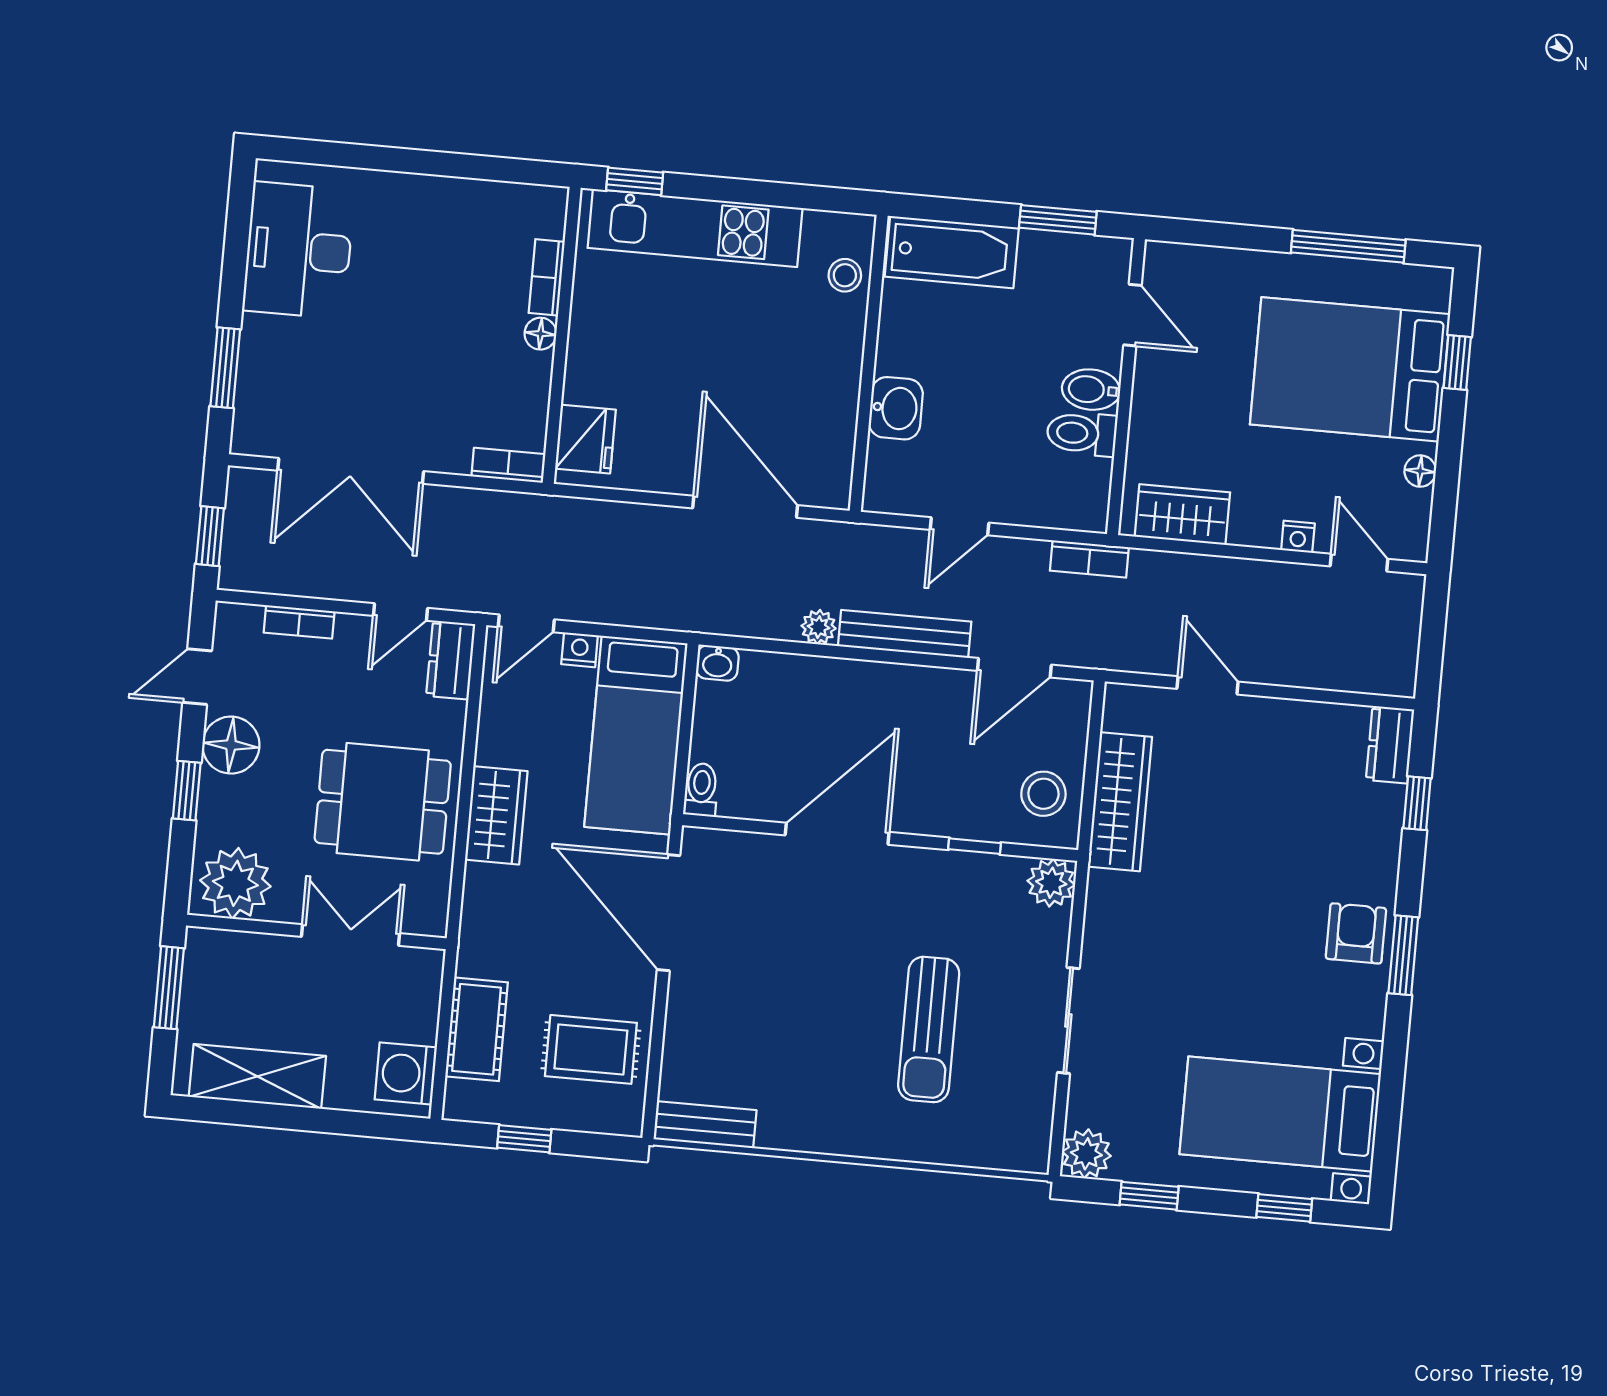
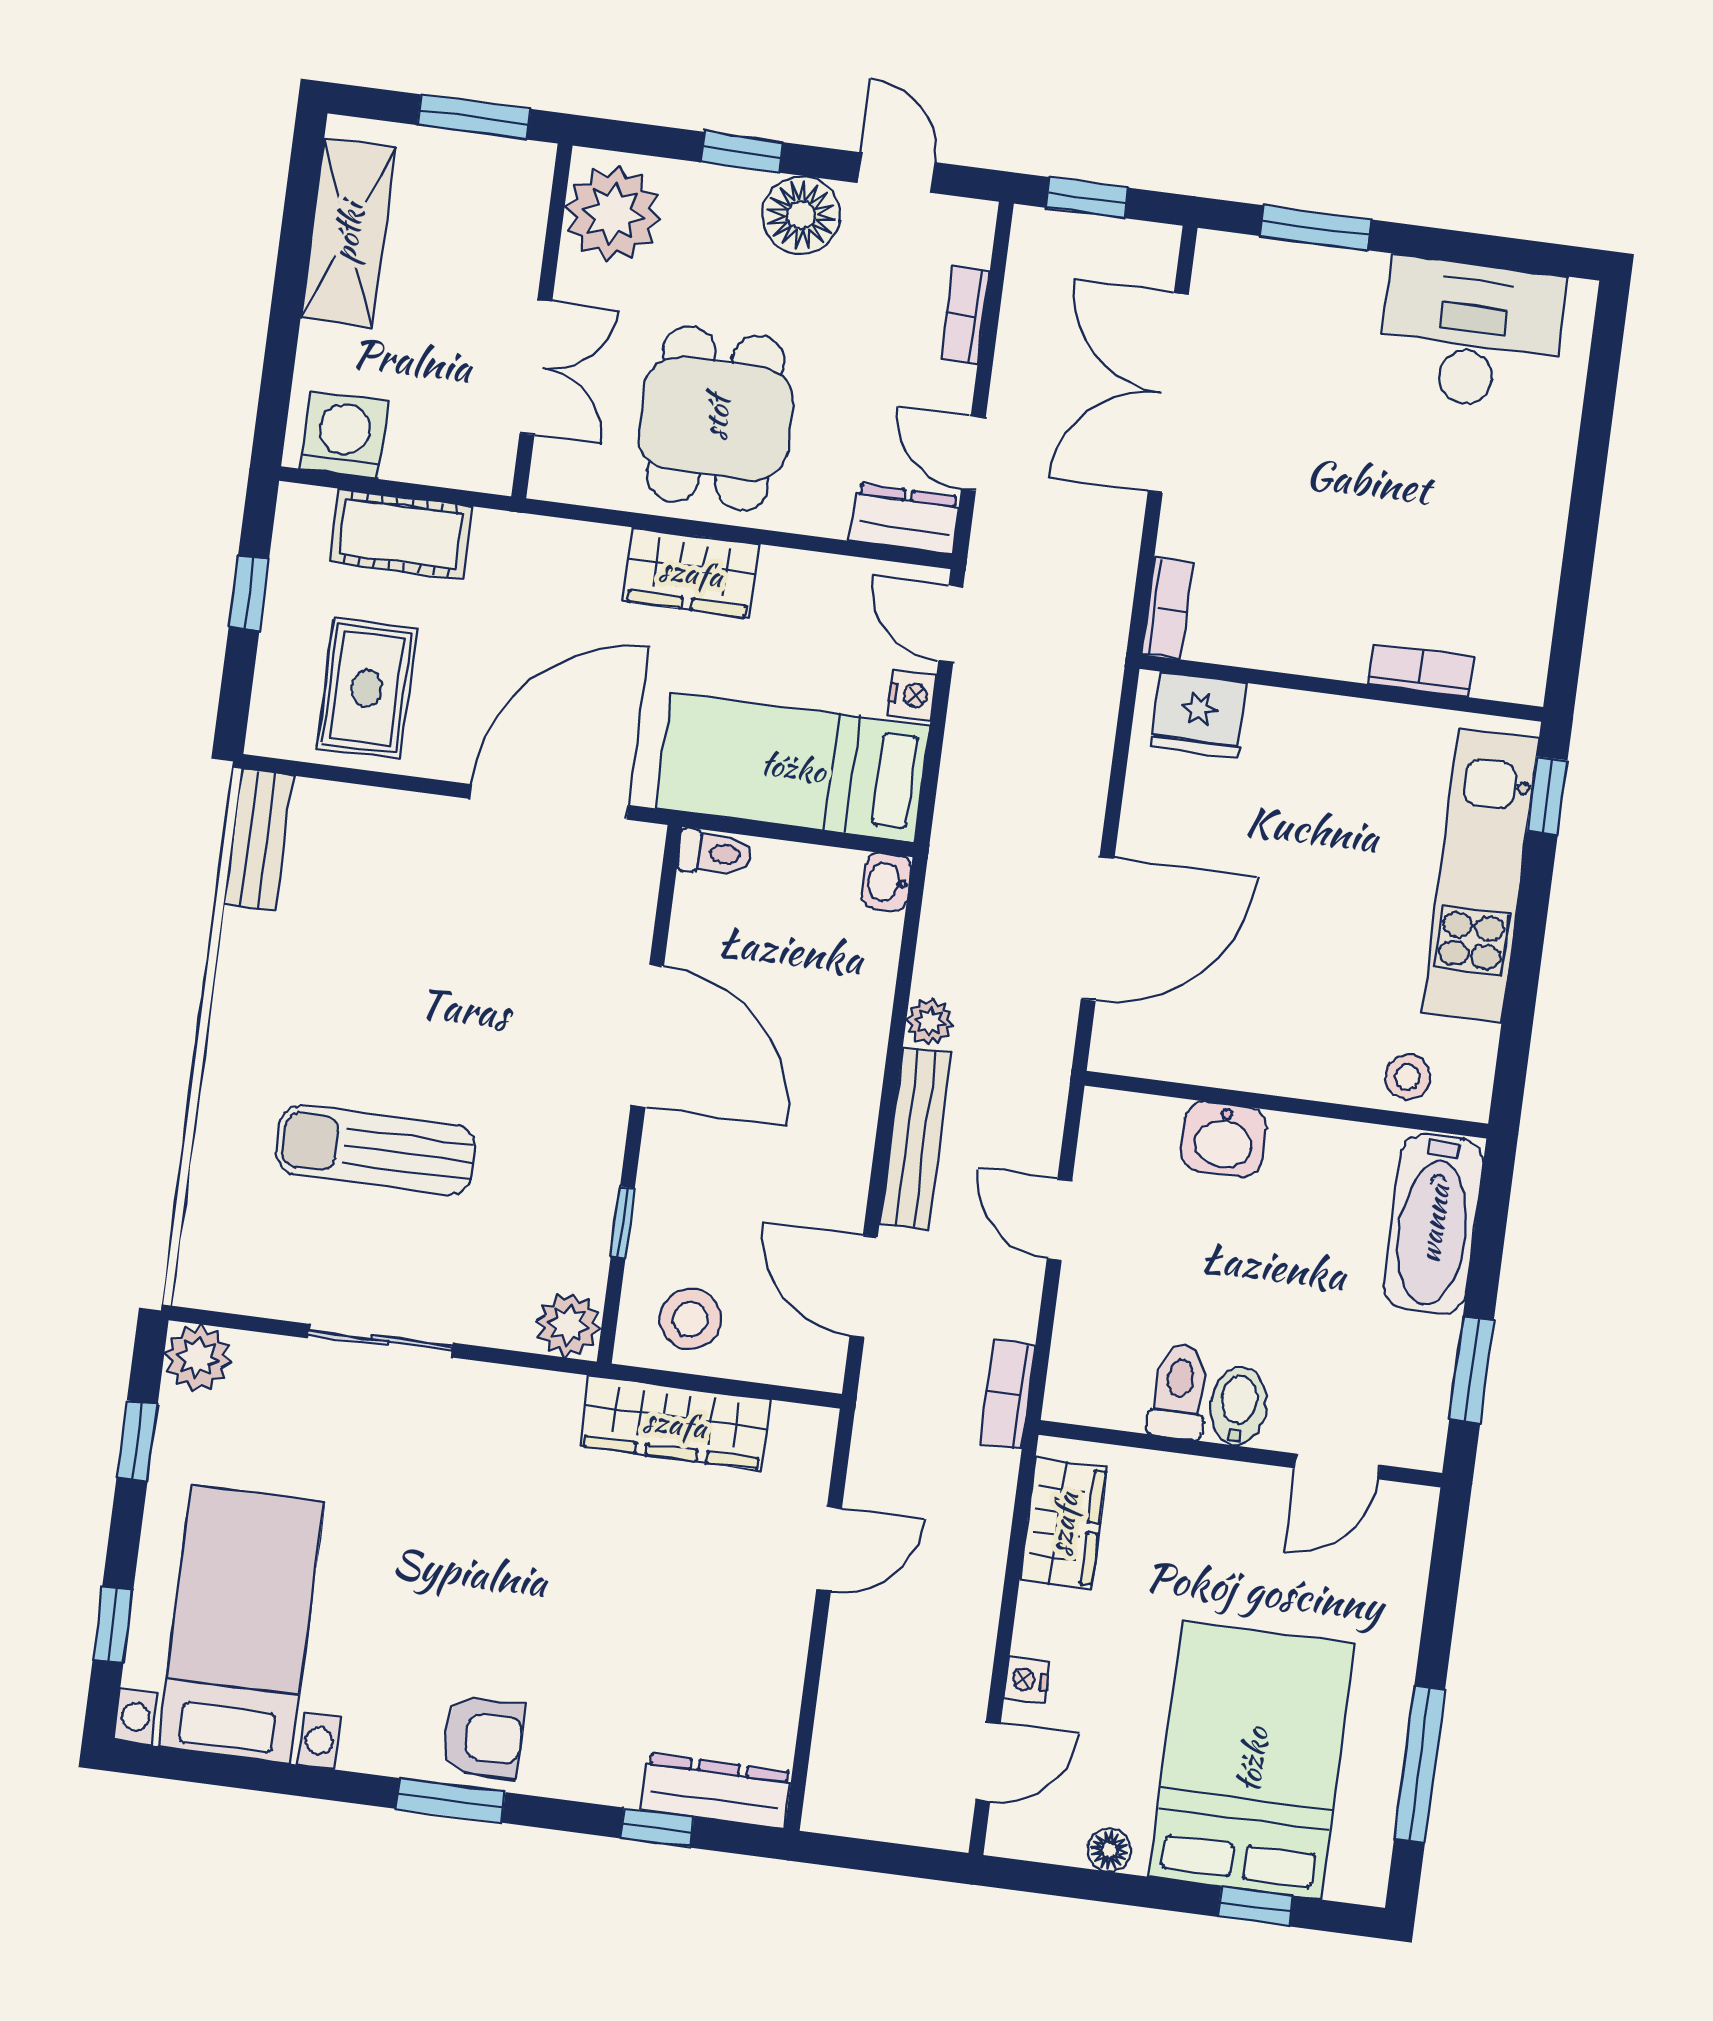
floor lamp: (540, 334) -> (1345, 659), removed
dresser: (1390, 745) -> (716, 1791), width x1.44

